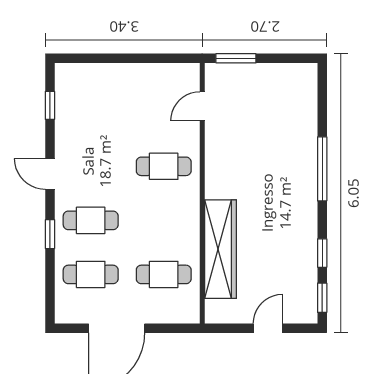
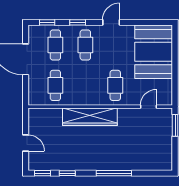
booth: (103, 97) -> (154, 52), added
window: (50, 105) -> (47, 22), moved
door: (202, 106) -> (148, 107), hinge flipped
wardrobe: (220, 249) -> (90, 117), moved

